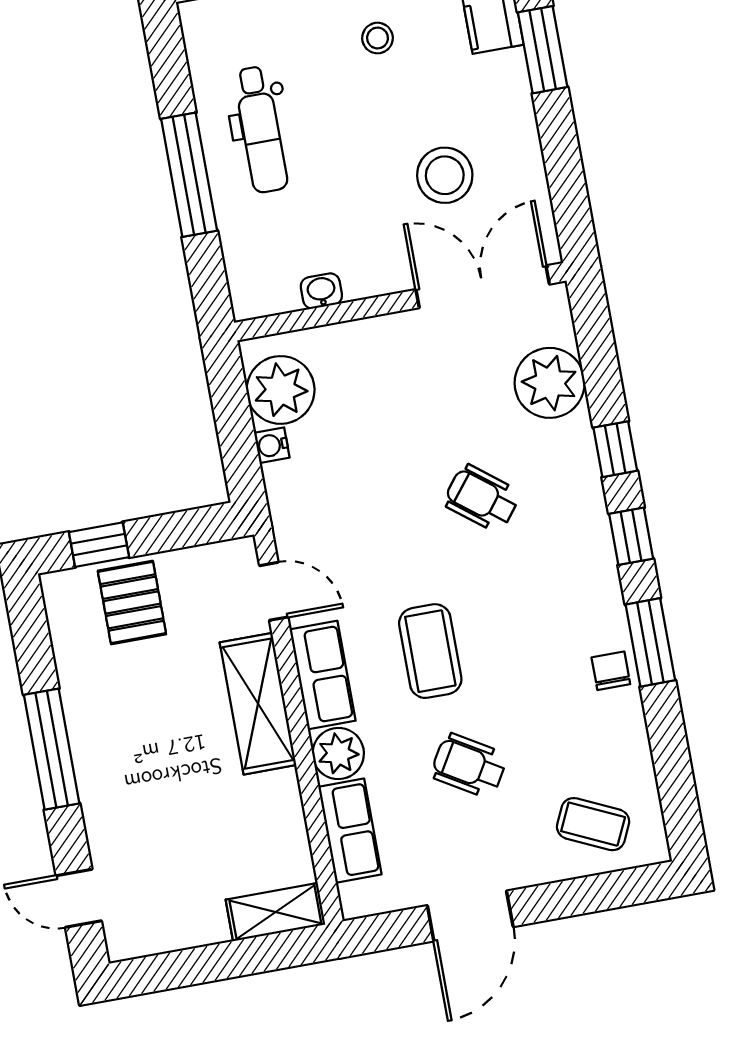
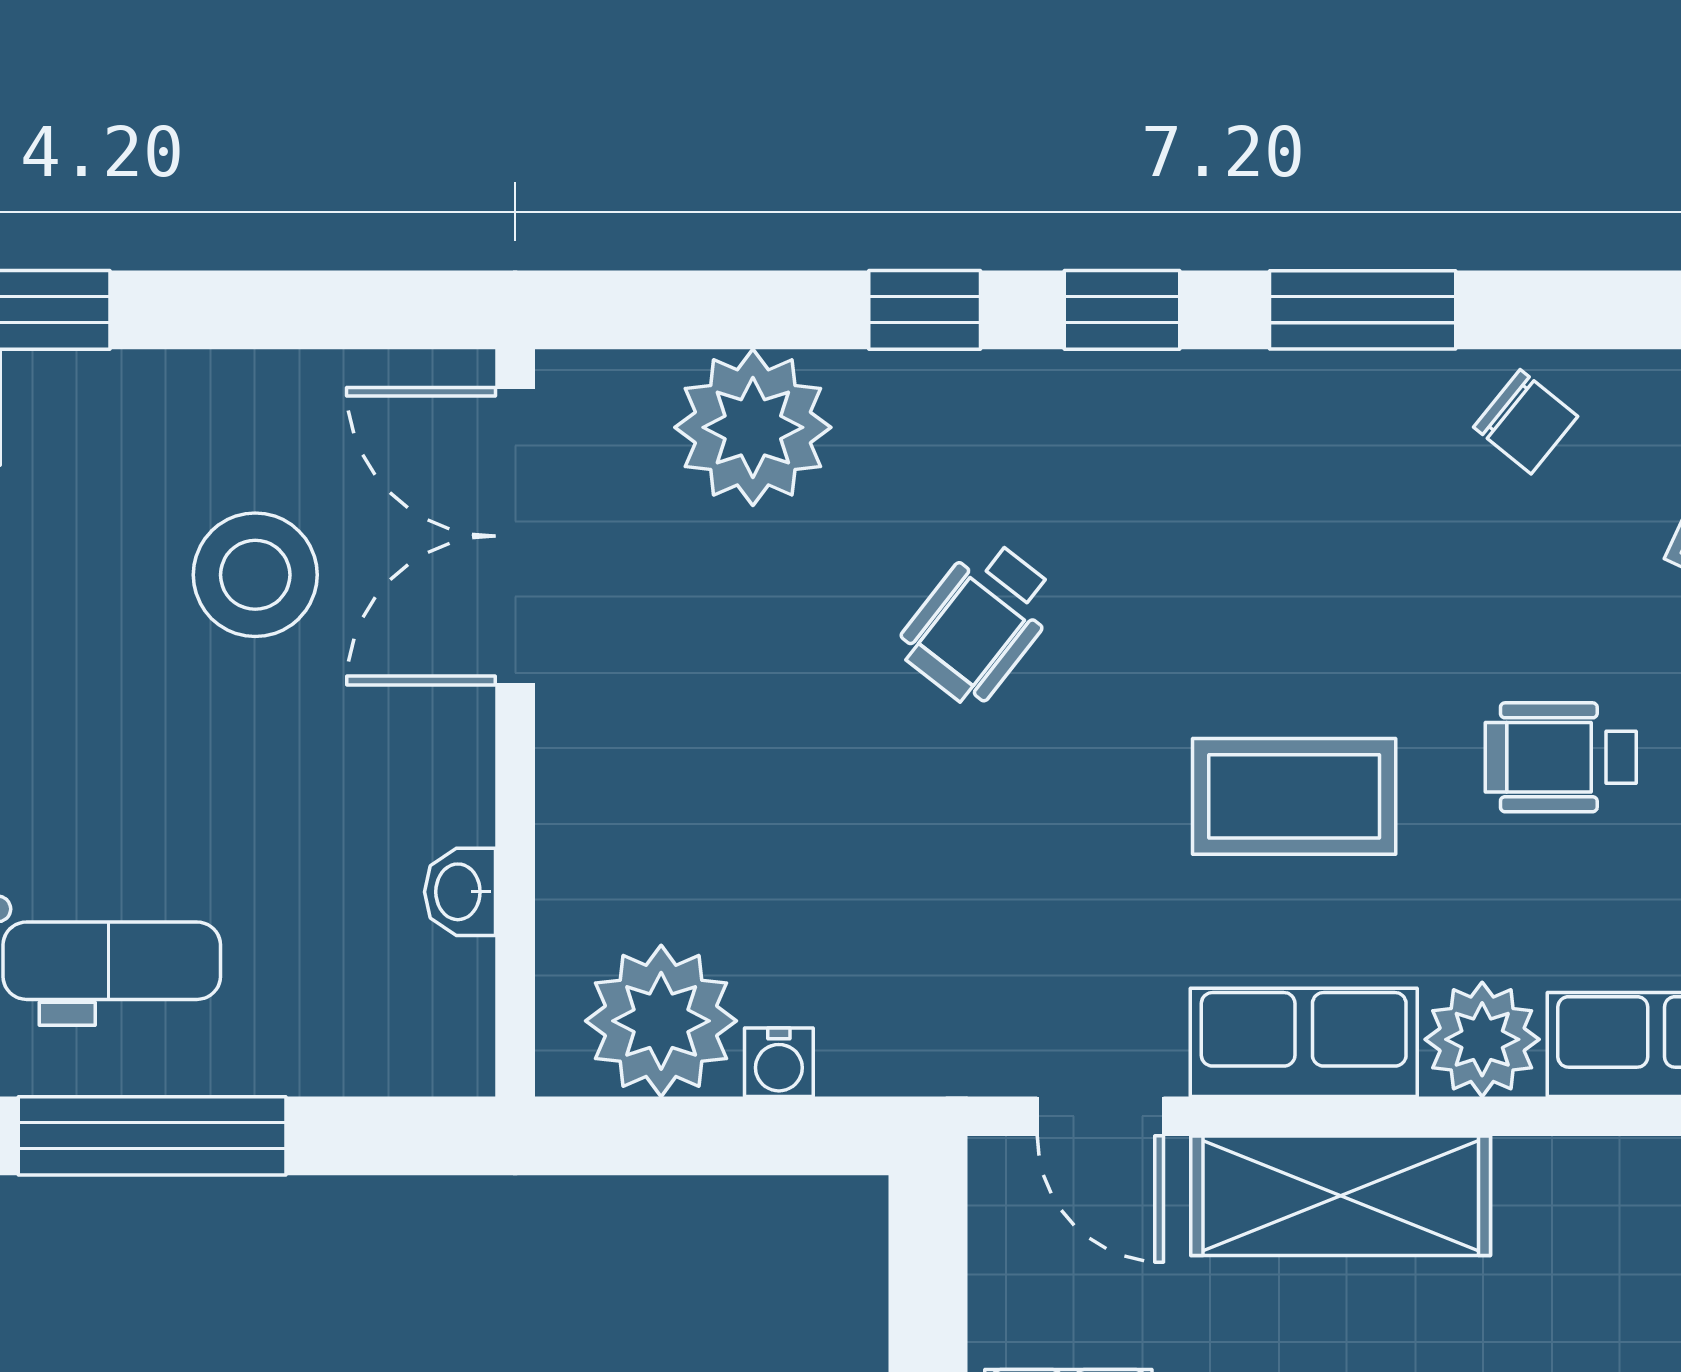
door: (274, 591) -> (1100, 1116), swing flipped
chair: (611, 671) -> (1526, 422), moved, turned -141
wheelchair: (469, 766) -> (1561, 757), turned 59

